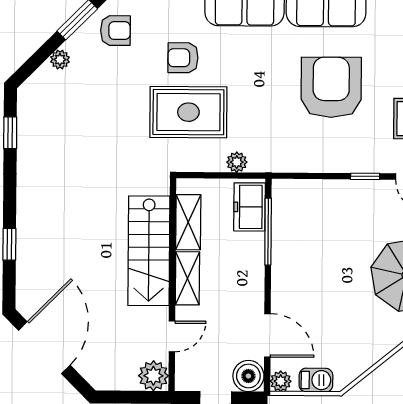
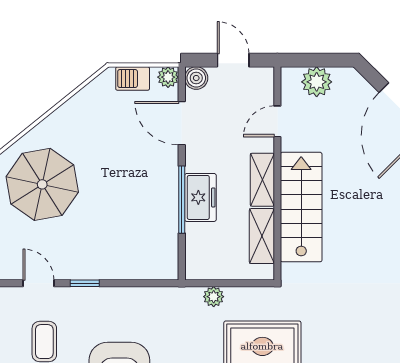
freezer: (250, 207) -> (200, 197), moved
window: (268, 232) -> (182, 200), moved
plant: (153, 376) -> (317, 82), moved
boiler: (248, 376) -> (196, 78), width x0.73, depth x0.73

